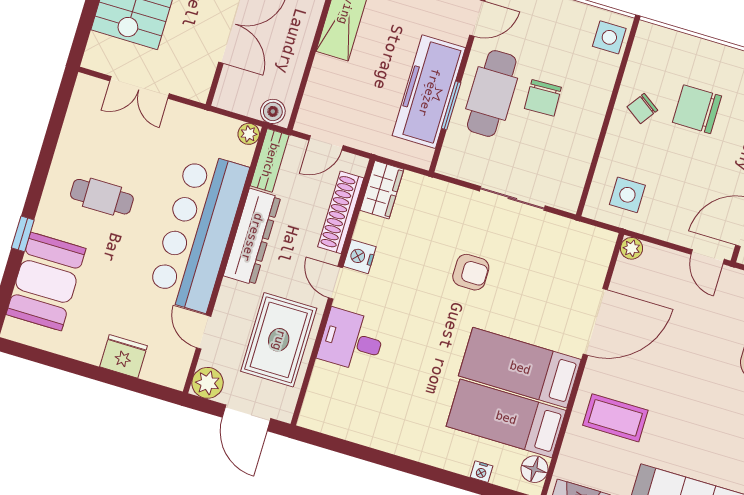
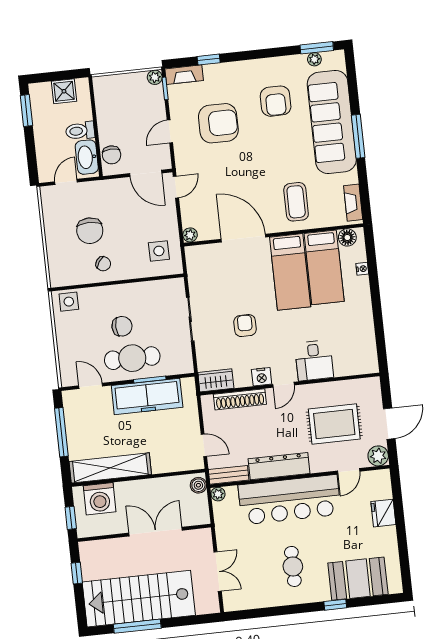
wardrobe: (382, 190) -> (216, 380), moved
shoe rack: (341, 212) -> (240, 399), moved
nightstand: (360, 257) -> (262, 377), moved
door: (335, 283) -> (283, 385), moved
wall: (333, 292) -> (290, 384), moved
desk: (352, 340) -> (314, 360), moved

